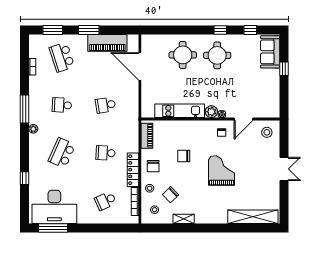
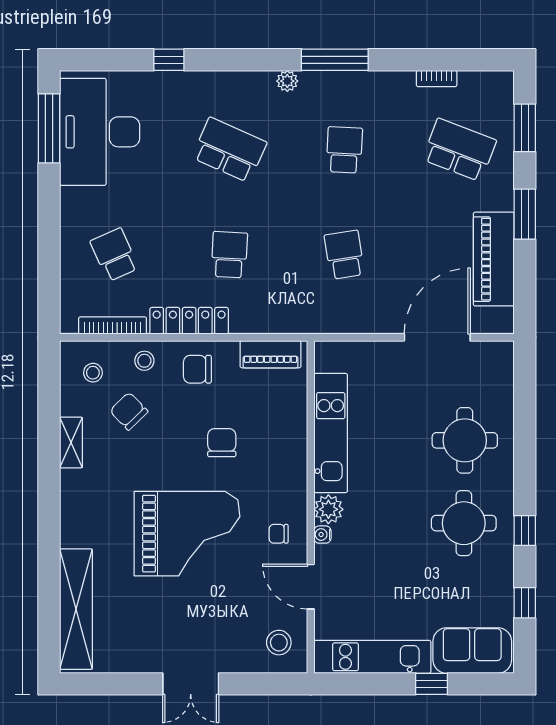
school desk: (62, 57) -> (459, 150), turned 39
kitchen unit: (273, 93) -> (372, 657), added
grand piano: (222, 170) -> (187, 534), width x1.37, depth x1.48

